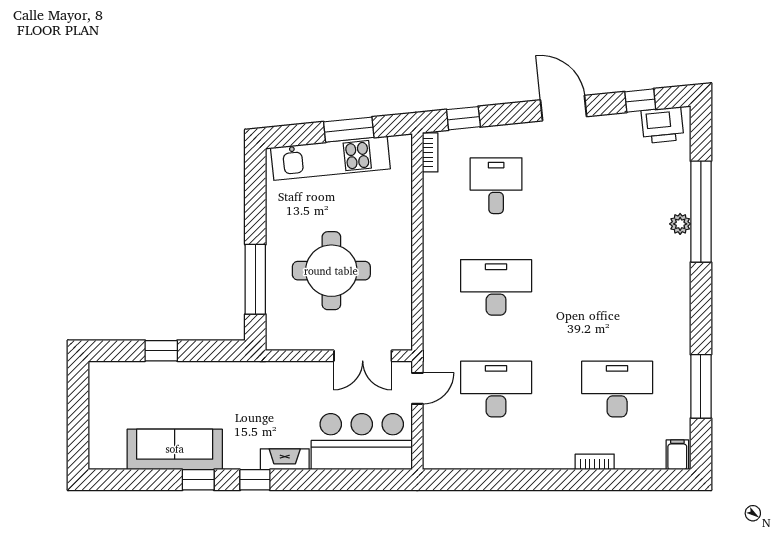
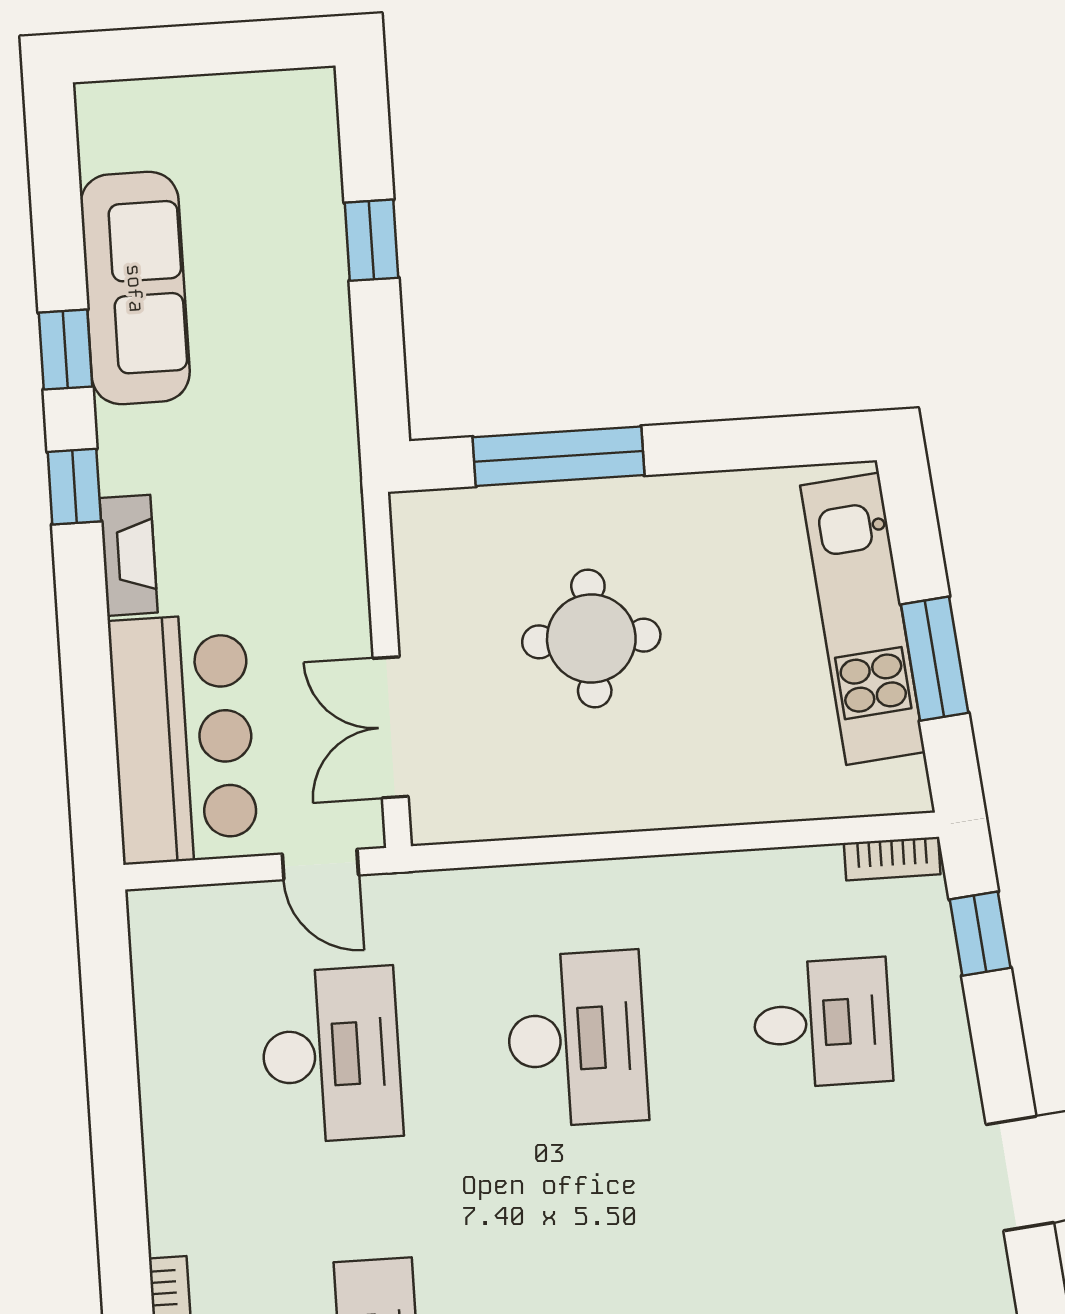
round table: (331, 271) -> (591, 638), width x0.73, depth x0.73

